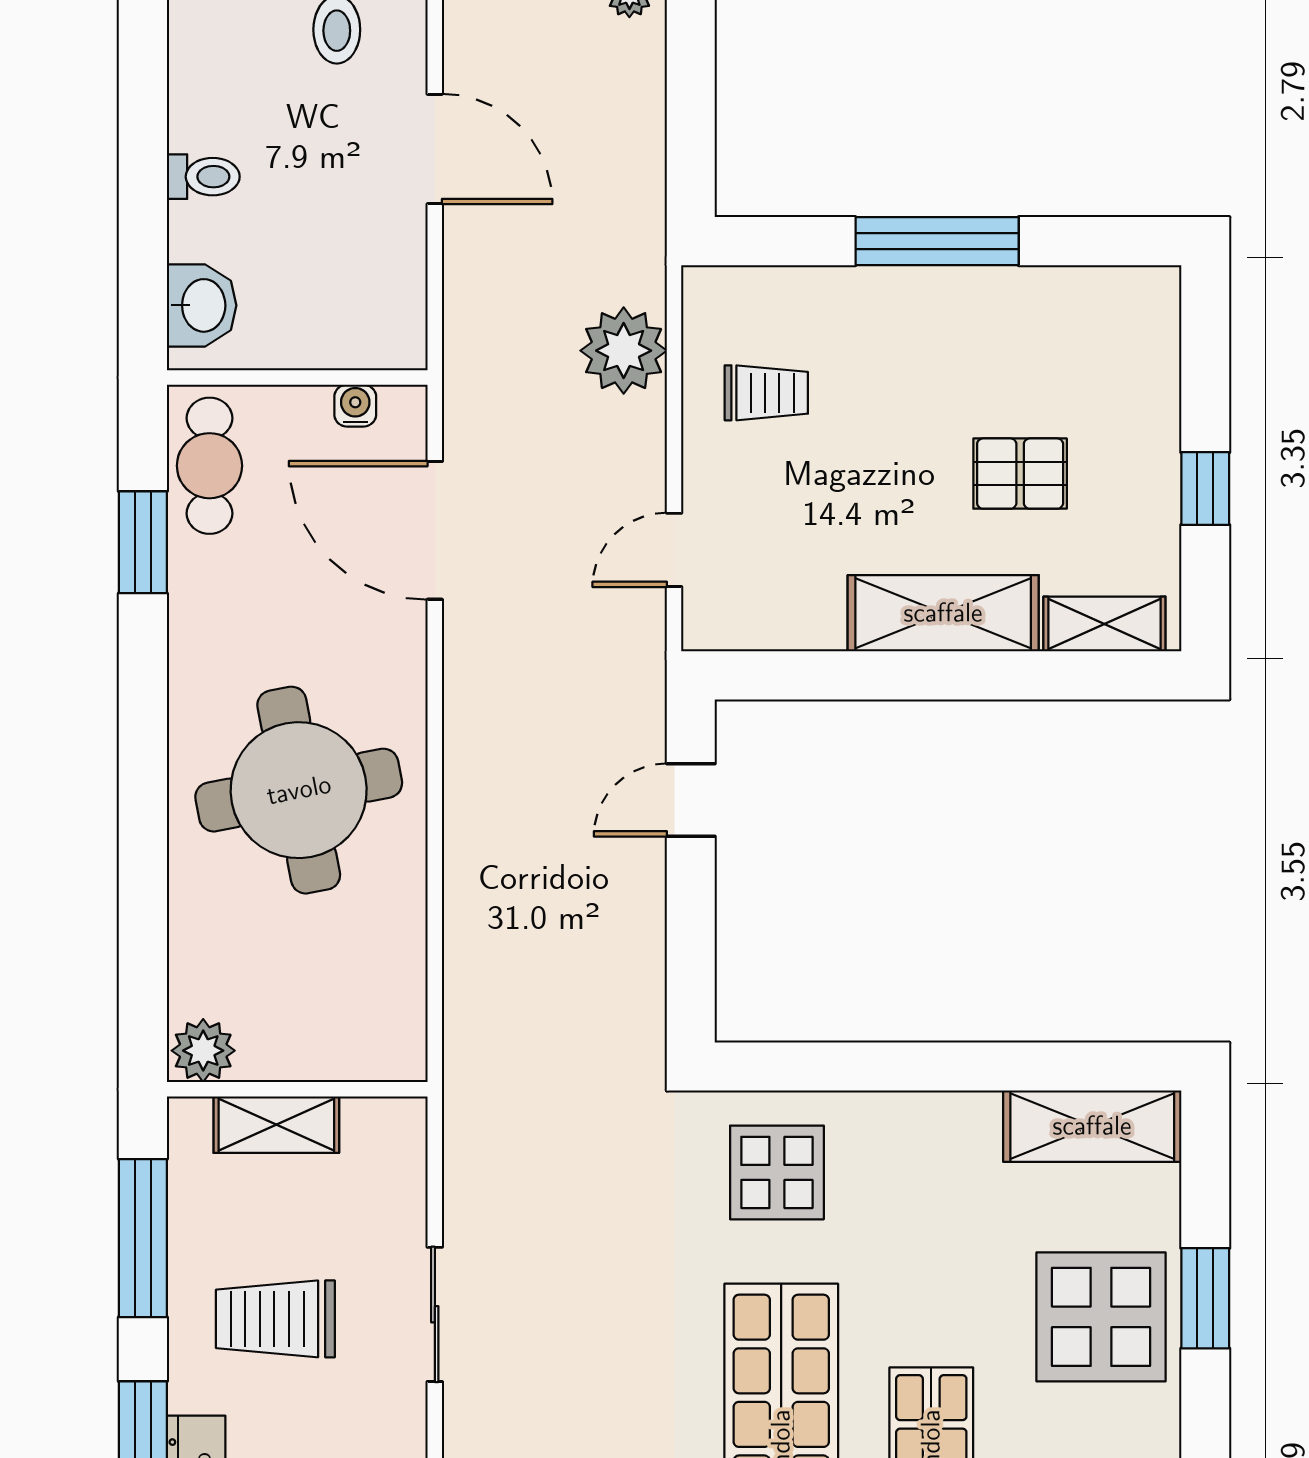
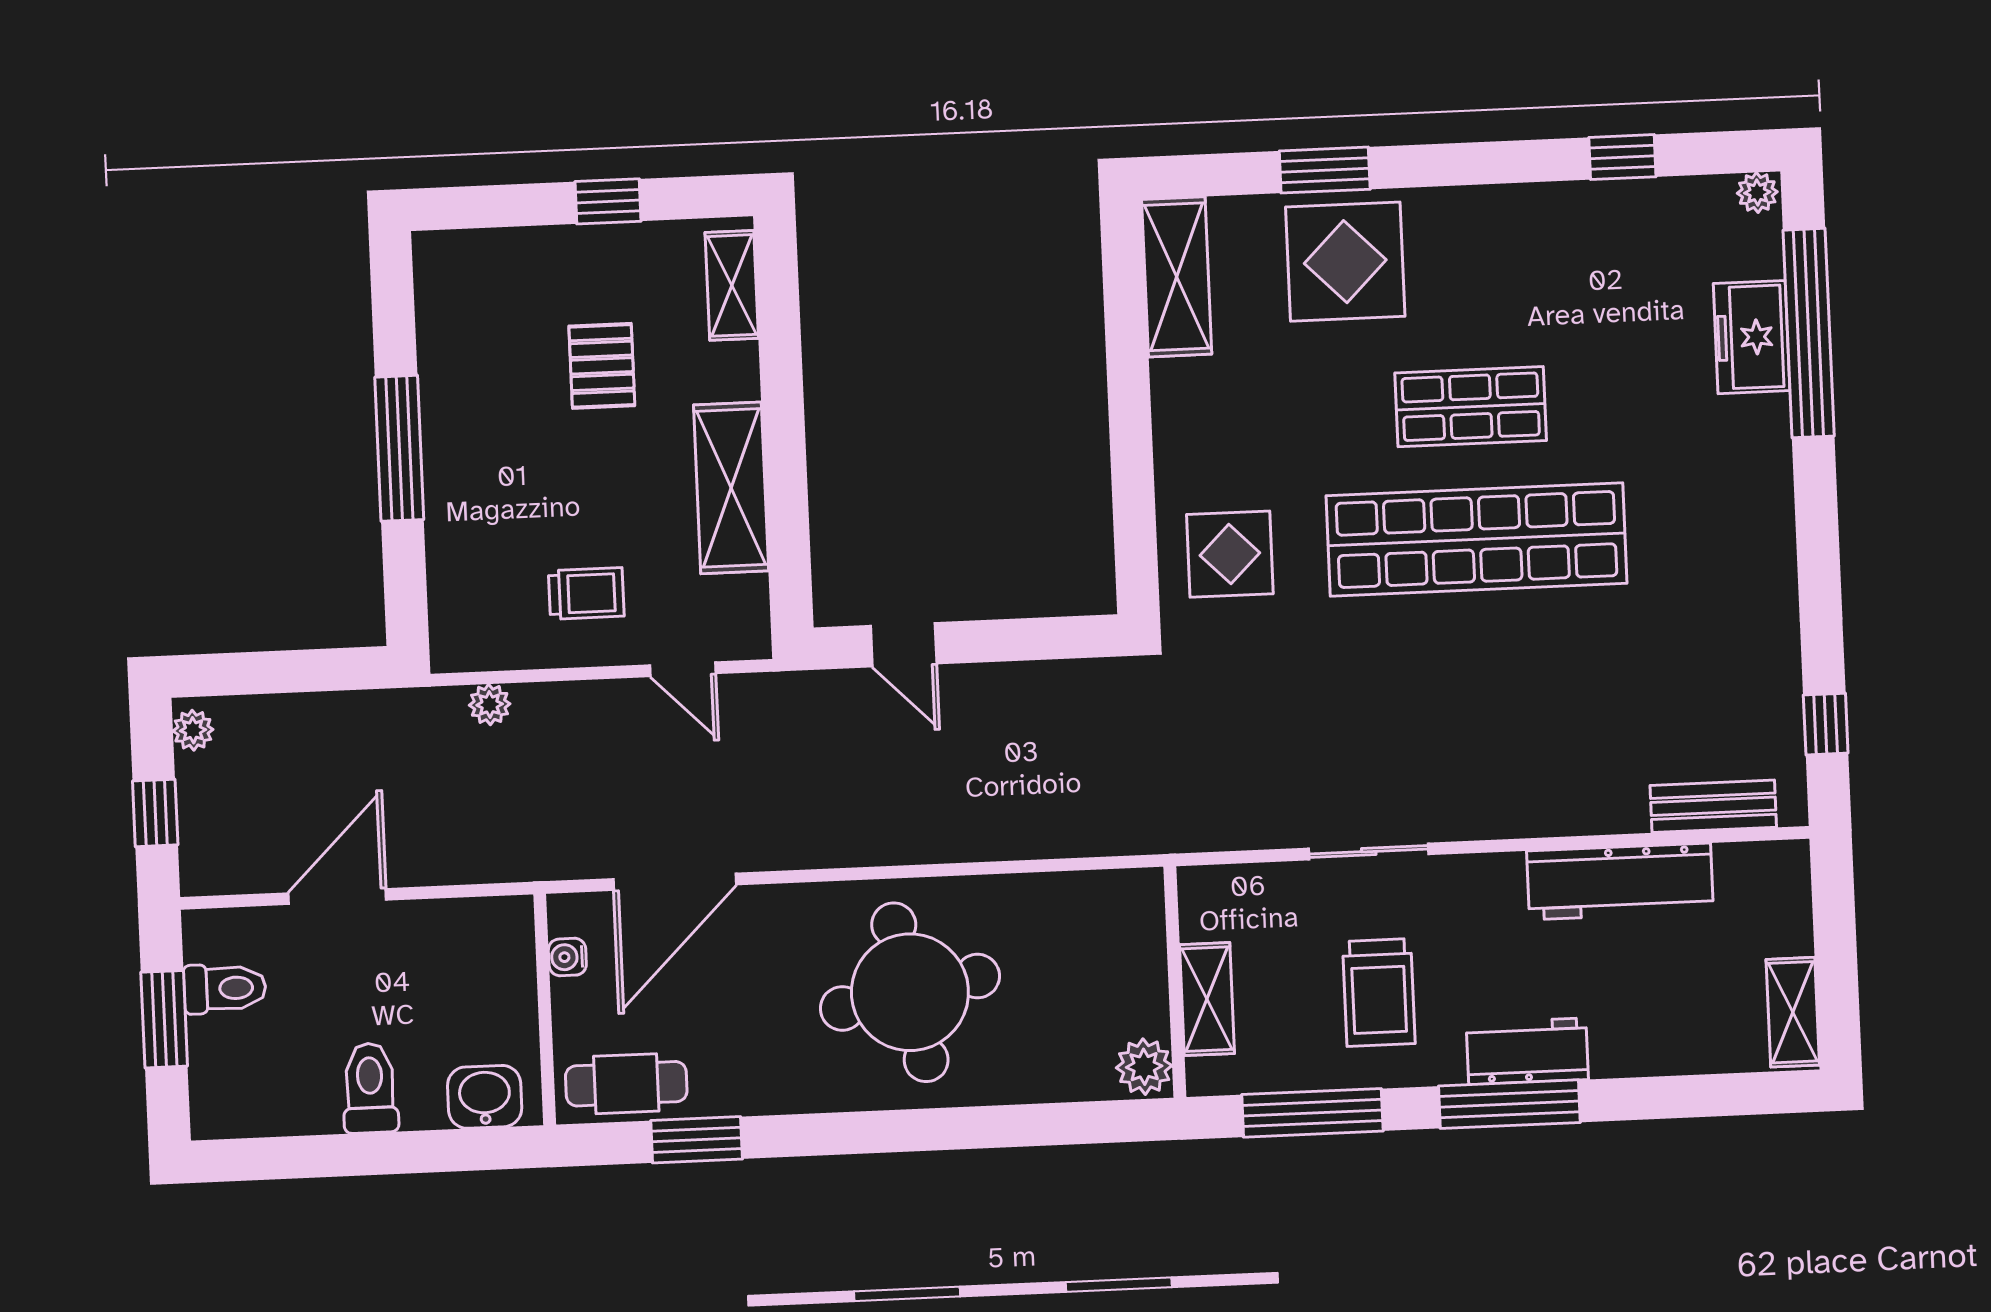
toilet: (203, 177) -> (370, 1088), width x1.37, depth x1.39
plant: (624, 351) -> (490, 704), width x0.53, depth x0.53
trolley: (766, 393) -> (586, 593), moved, turned 90
shelving: (943, 613) -> (731, 488), moved

